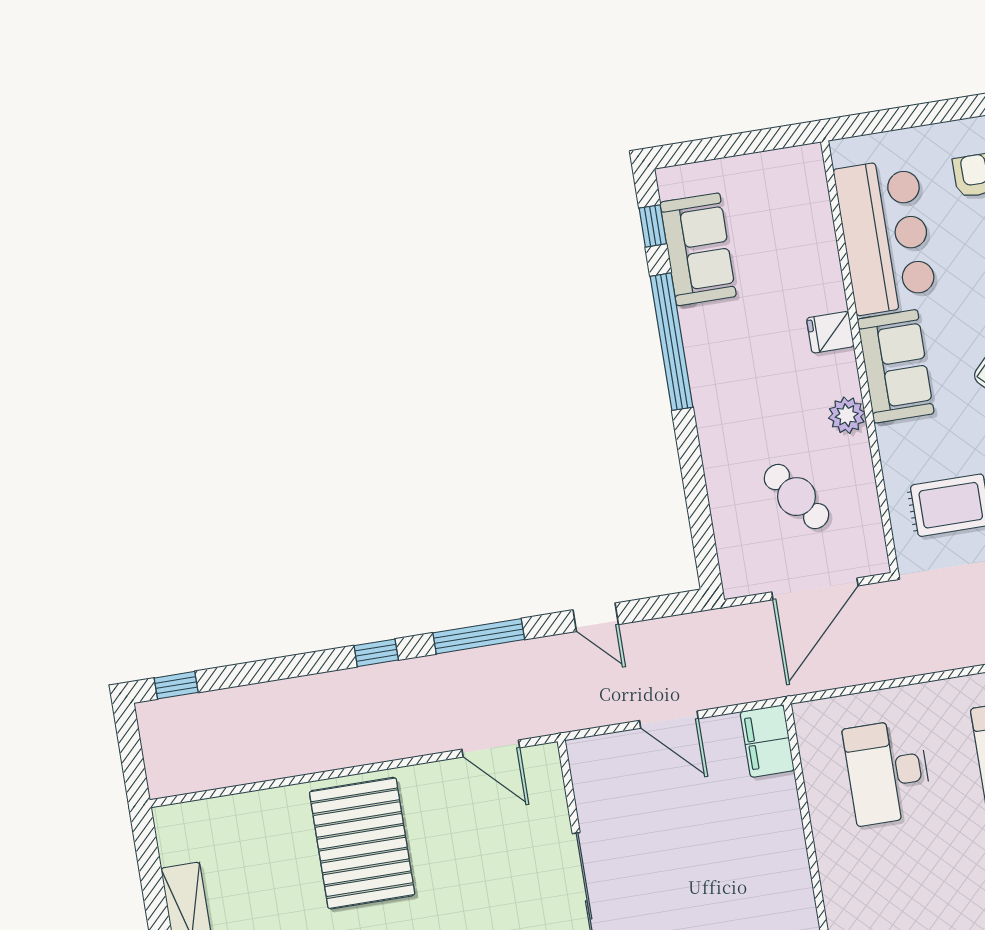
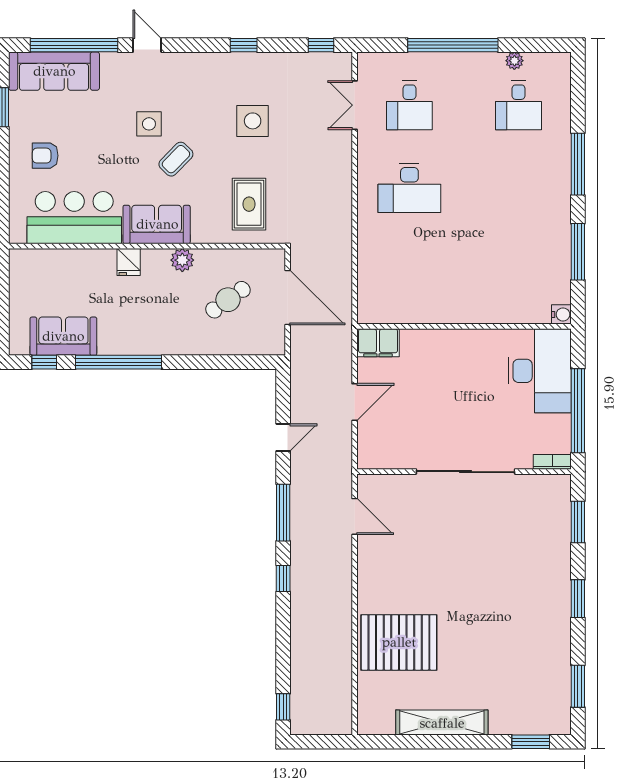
door: (491, 748) -> (355, 516), hinge flipped
desk: (888, 772) -> (409, 271), removed
pallet: (362, 843) -> (399, 642), moved

